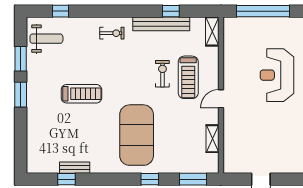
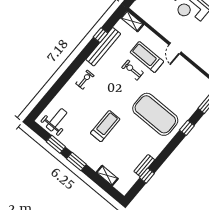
window: (61, 11) -> (48, 98), removed
treadmill: (188, 77) -> (147, 57), turned 180
shelving: (213, 139) -> (107, 175), moved

